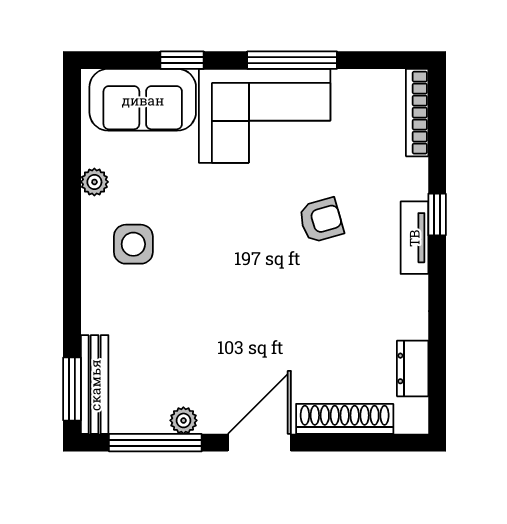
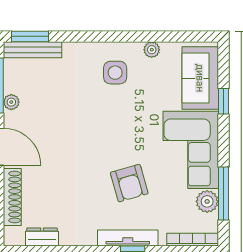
window: (292, 60) -> (223, 193), moved
plant: (352, 88) -> (207, 201), added
armchair: (321, 220) -> (129, 183), width x1.38, depth x1.38
tv unit: (414, 238) -> (128, 238), width x1.41

